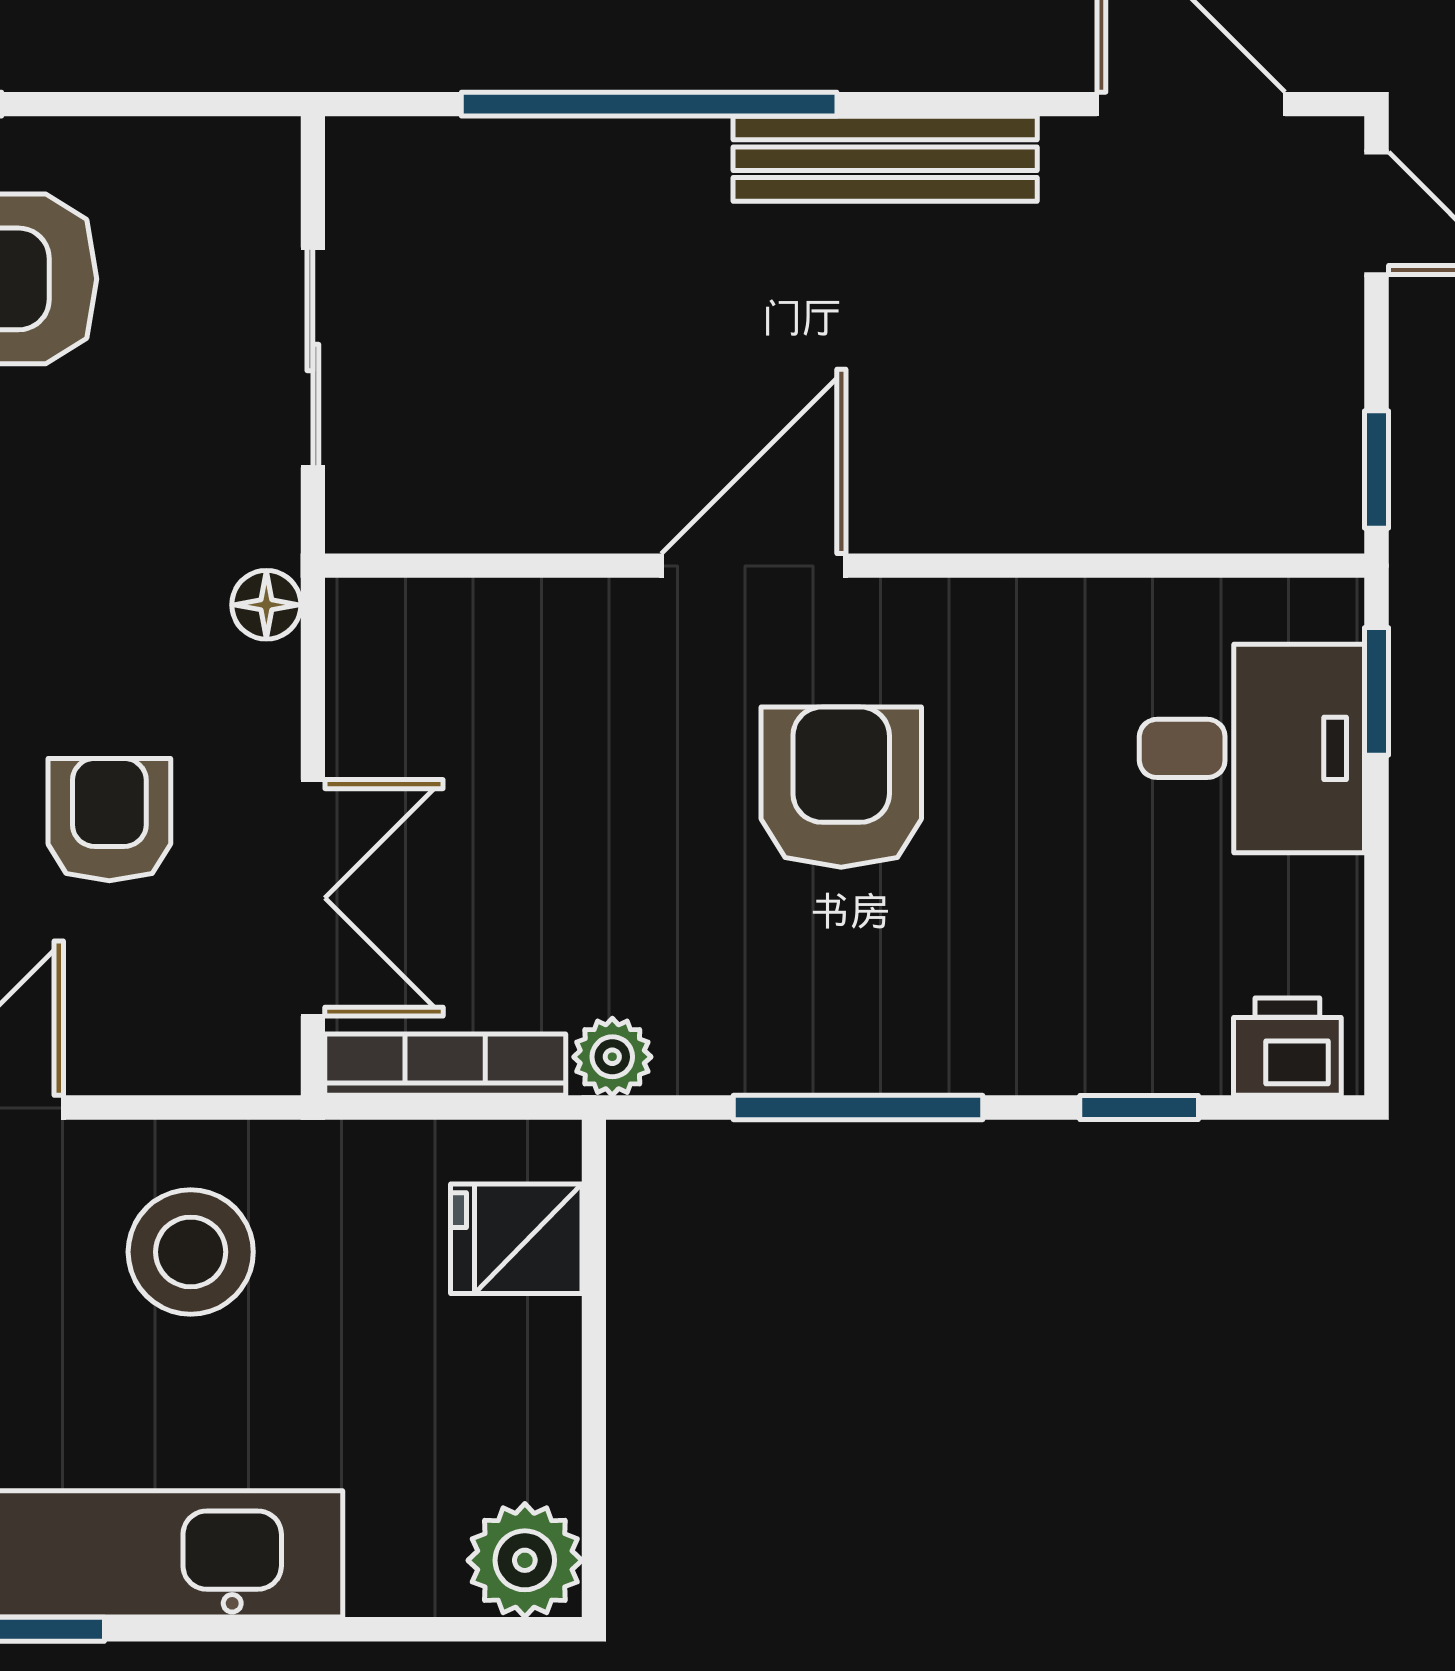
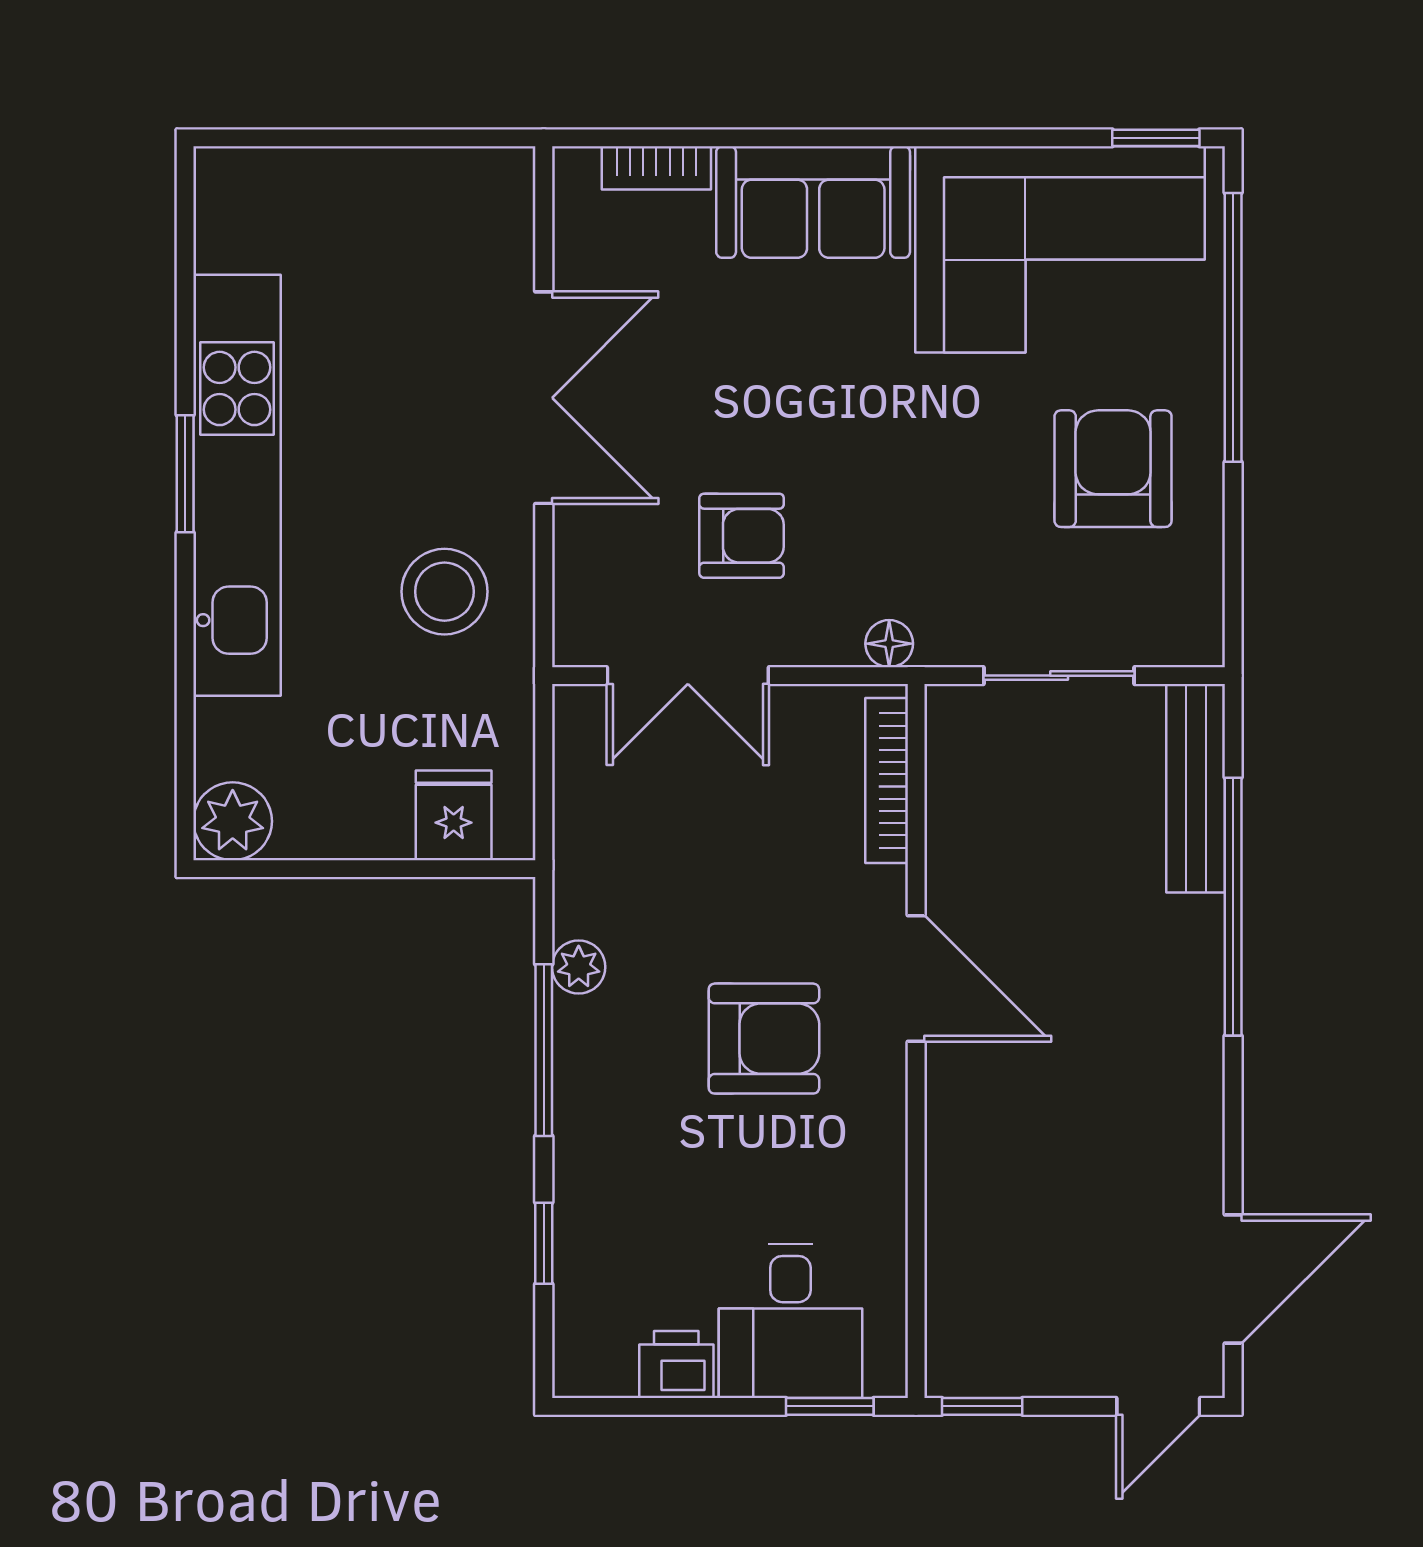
bench: (885, 159) -> (1196, 788), moved
printer: (1287, 1047) -> (676, 1365), moved, turned -90
plant: (612, 1057) -> (579, 967), moved
bookcase: (445, 1065) -> (887, 781), moved, turned 180

